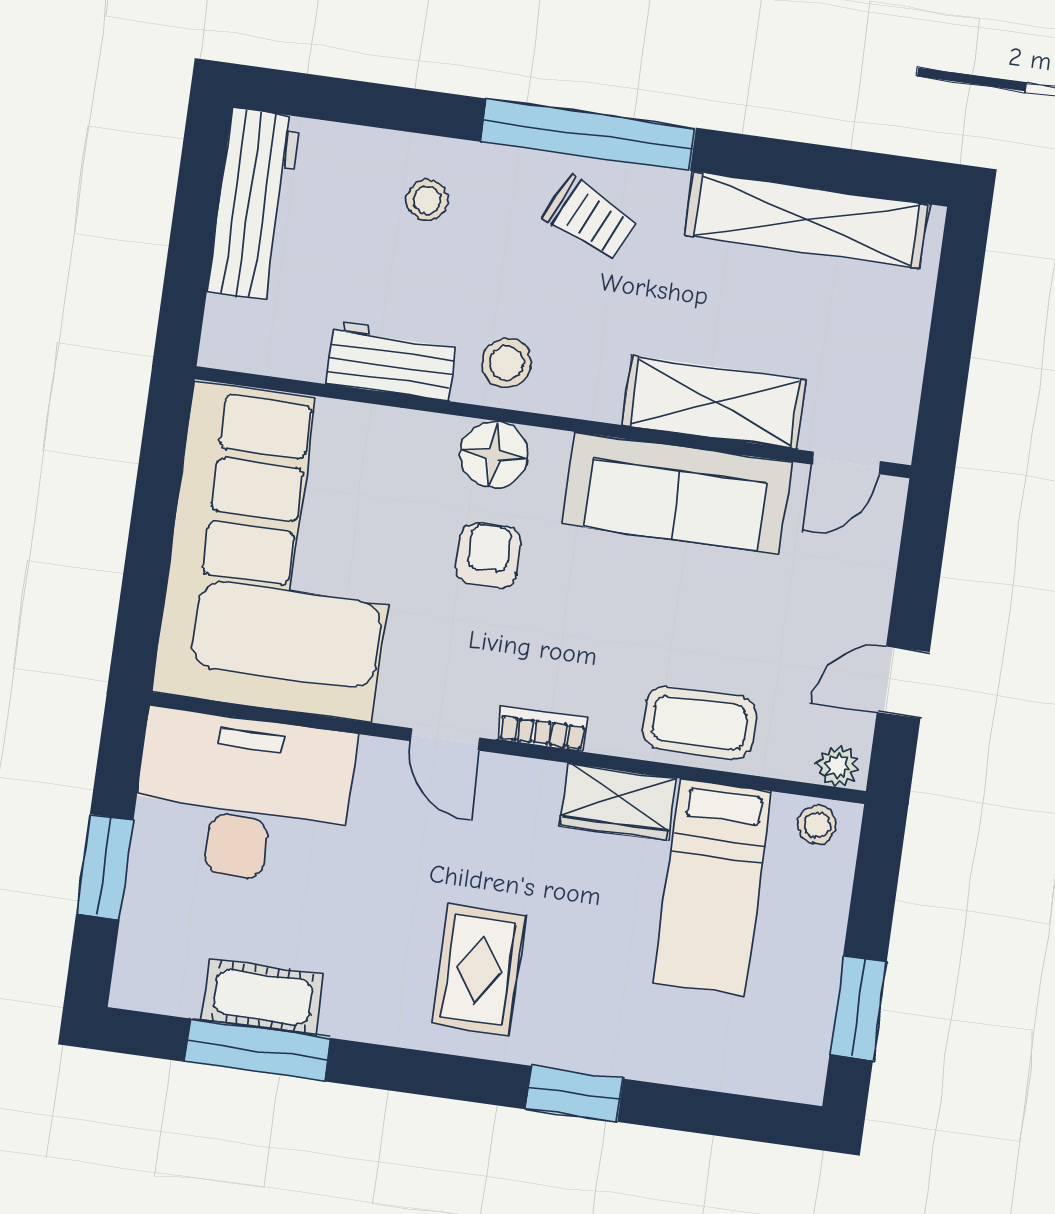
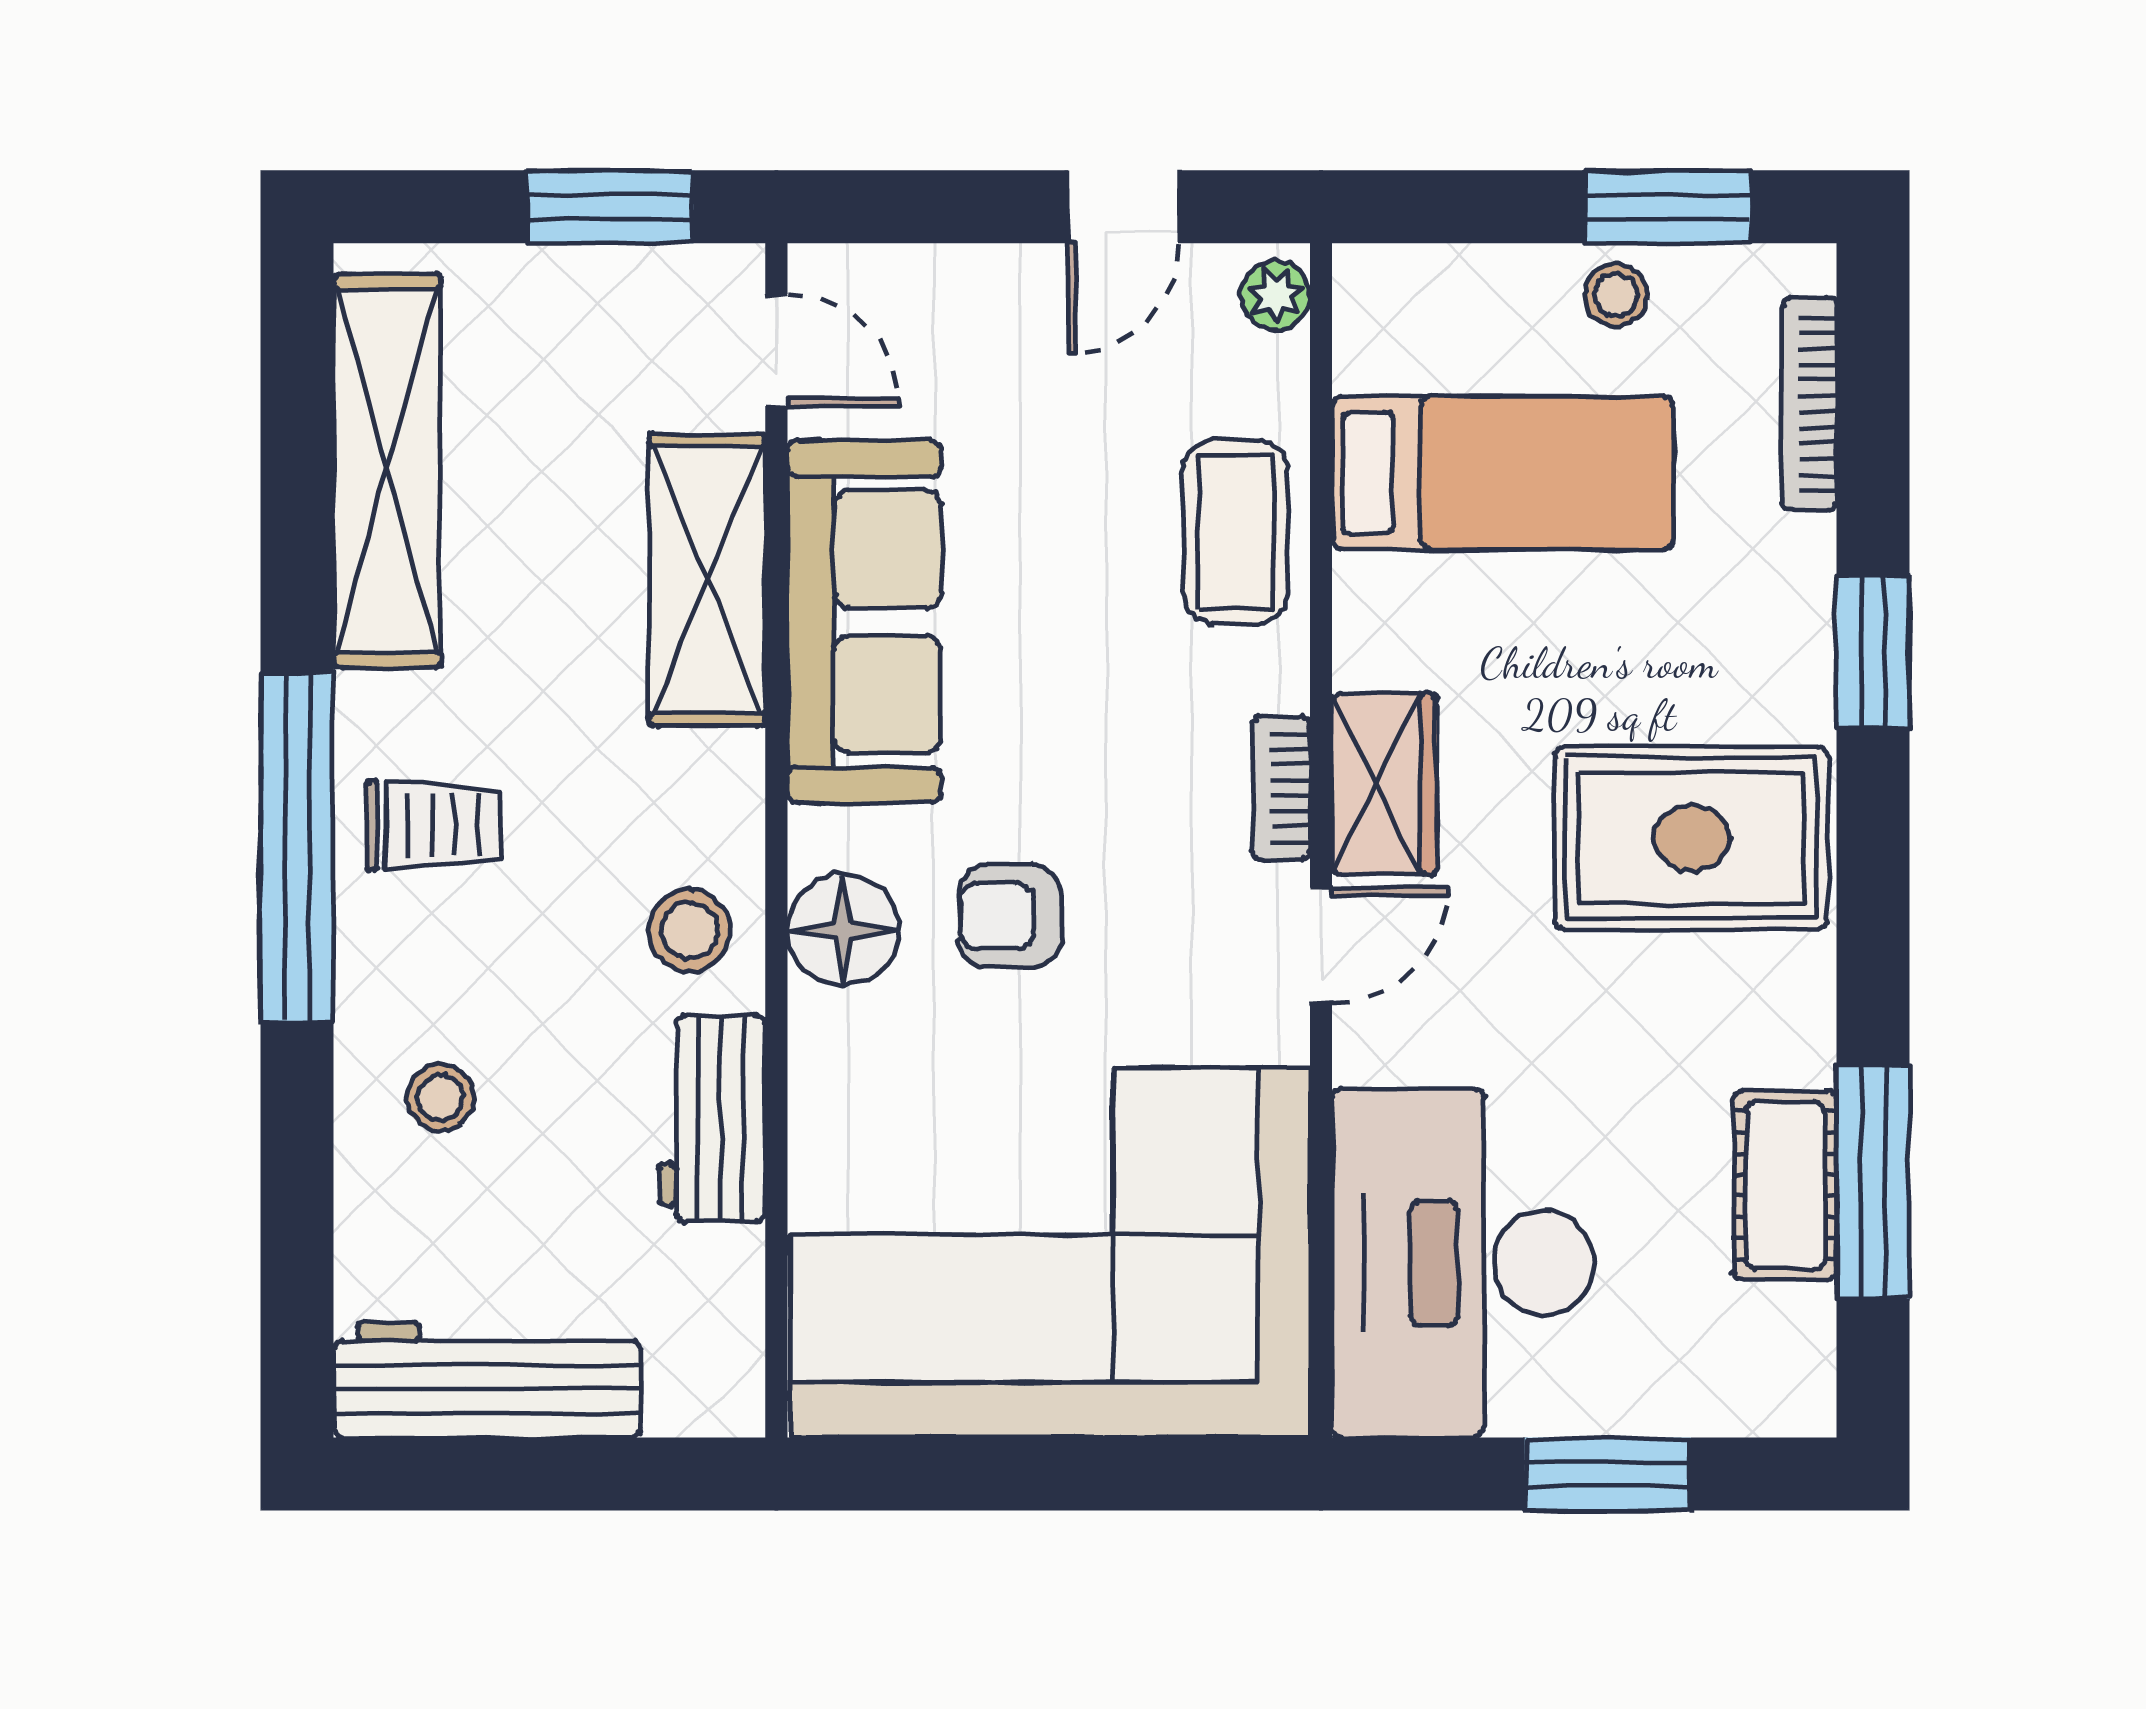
trolley: (590, 219) -> (434, 825), turned 64
window: (946, 375) -> (610, 207), added
door: (903, 682) -> (1123, 207), hinge flipped
wardrobe: (618, 802) -> (1384, 784), moved
stool: (817, 825) -> (1616, 295), moved
rug: (478, 970) -> (1691, 838), width x1.36, depth x1.43
bookcase: (728, 1076) -> (1809, 404), added

